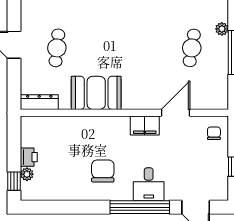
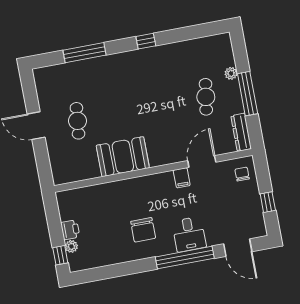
dresser: (39, 102) -> (241, 132), moved, turned -90
filing cabinet: (145, 125) -> (182, 178), width x0.50
chair: (103, 171) -> (143, 230), turned 180

